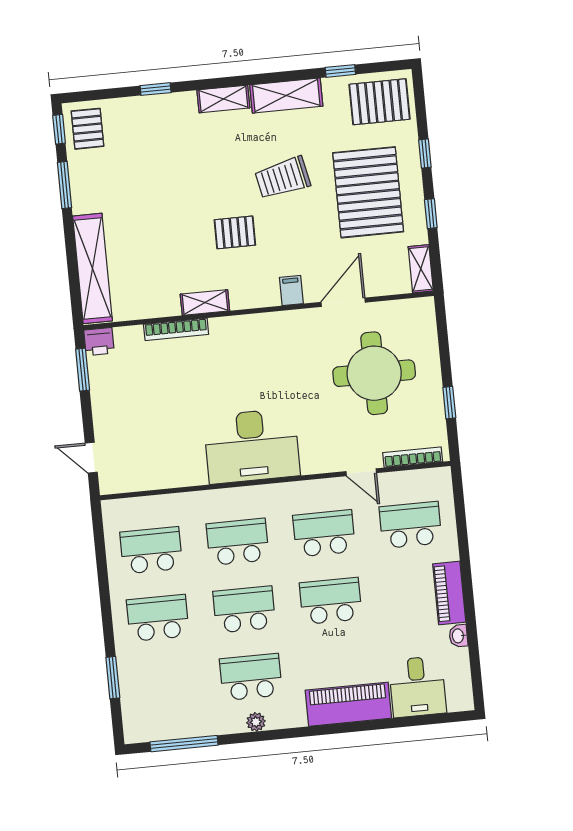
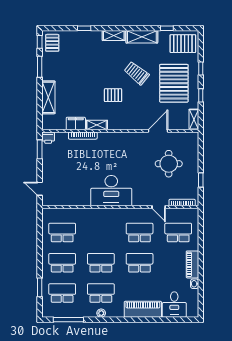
trolley: (283, 178) -> (137, 73), turned 51
shelving: (92, 268) -> (48, 97), width x0.68
filing cabinet: (291, 291) -> (76, 123), moved, width x2.00
round table: (374, 373) -> (169, 164), width x0.73, depth x0.73
school desk: (238, 542) -> (62, 293), moved

